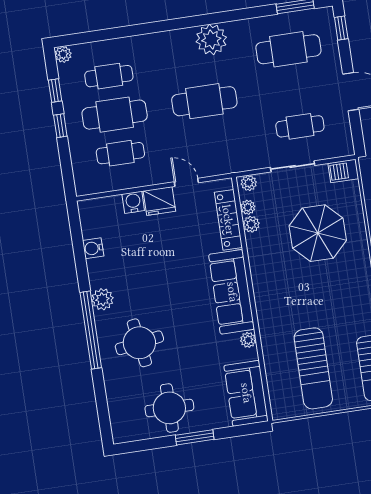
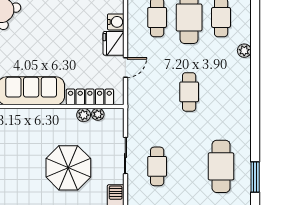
plant: (211, 39) -> (244, 51), moved, width x0.53, depth x0.53
cafe table: (204, 101) -> (189, 92), width x0.73, depth x0.74
plant: (249, 183) -> (117, 118), removed

